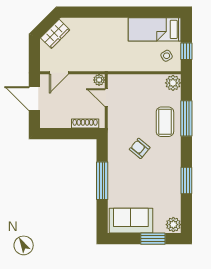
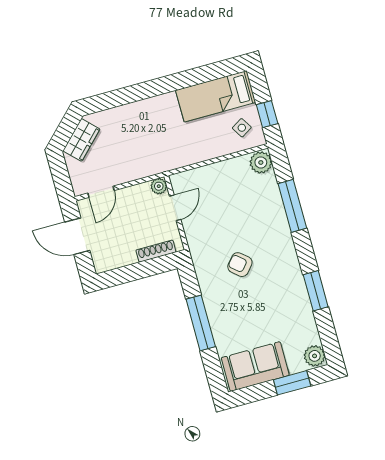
door: (106, 98) -> (175, 208), swing flipped
coffee table: (165, 122) -> (264, 219), removed

